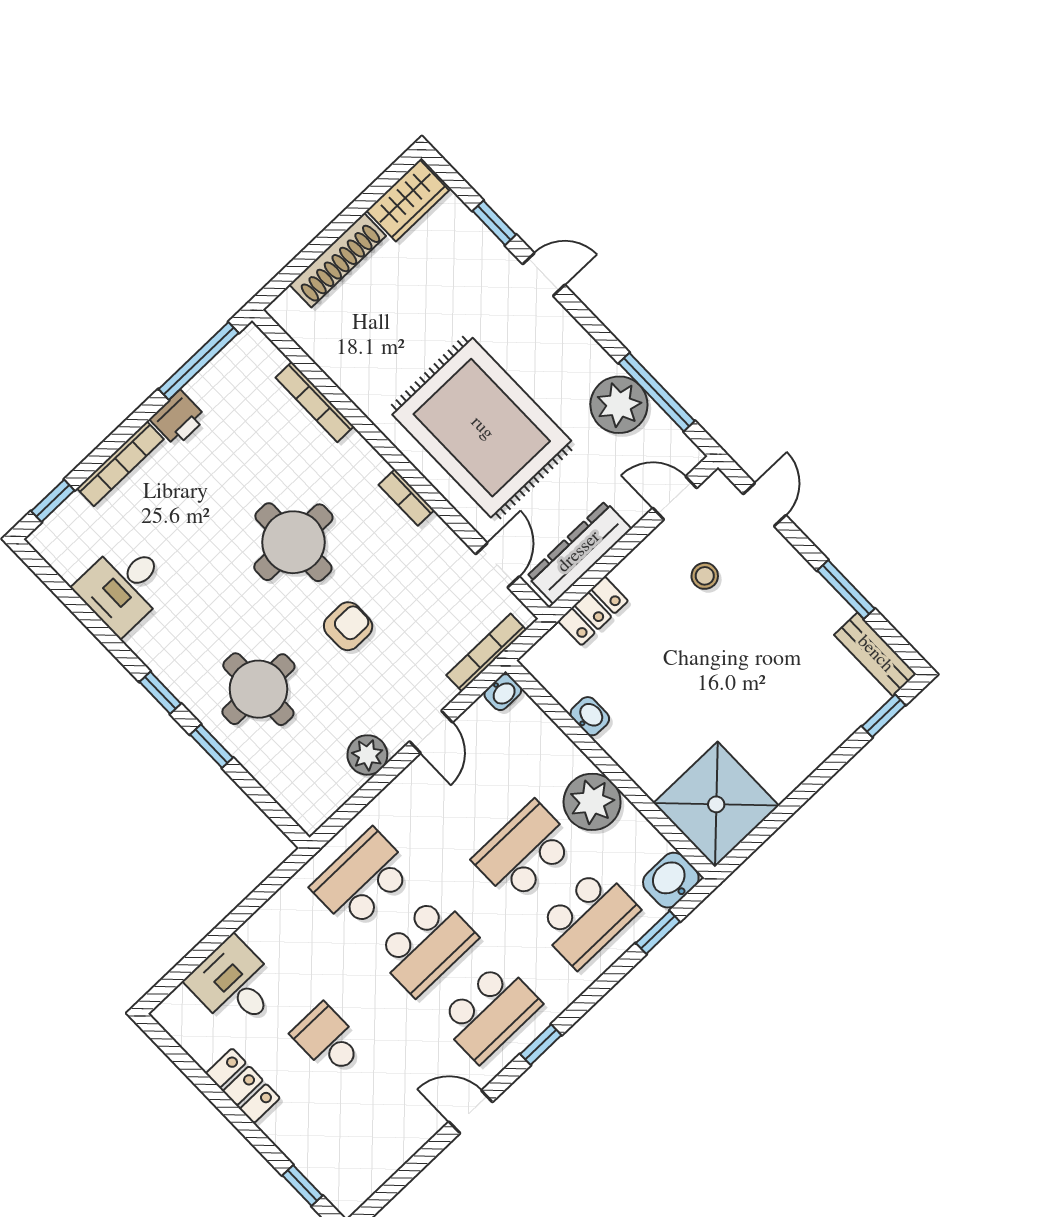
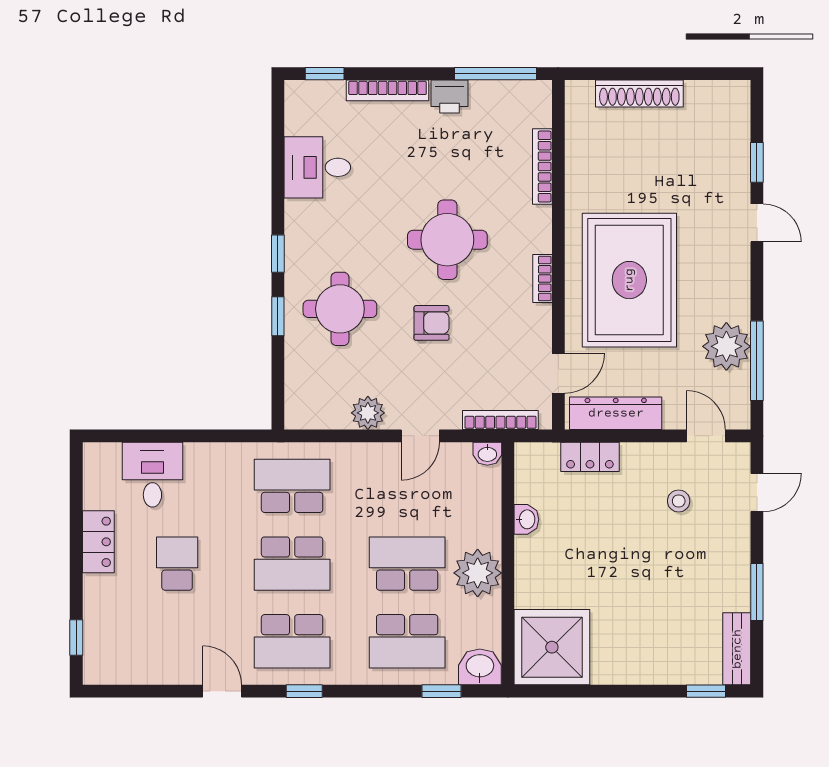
wardrobe: (408, 201) -> (717, 98), removed

